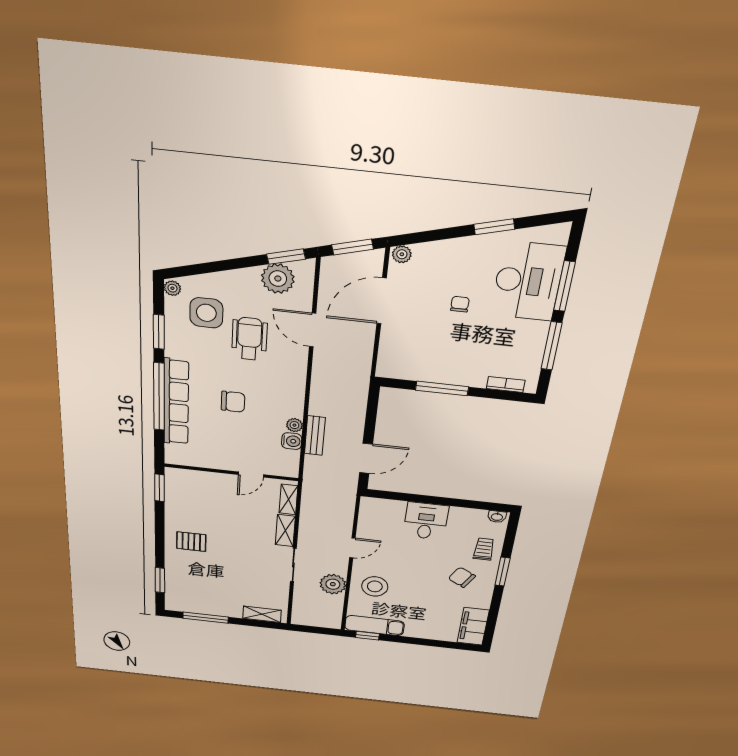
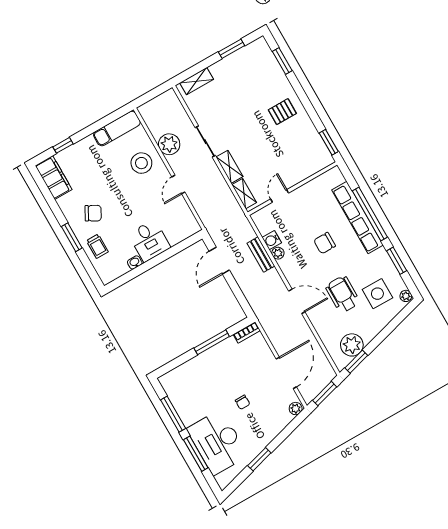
door: (313, 330) -> (297, 301), moved
wheelchair: (249, 339) -> (343, 294), turned 180
bookcase: (506, 384) -> (247, 332), moved
washbasin: (497, 517) -> (135, 262), moved
window: (206, 618) -> (232, 49), width x0.69
window: (367, 636) -> (63, 145), moved

